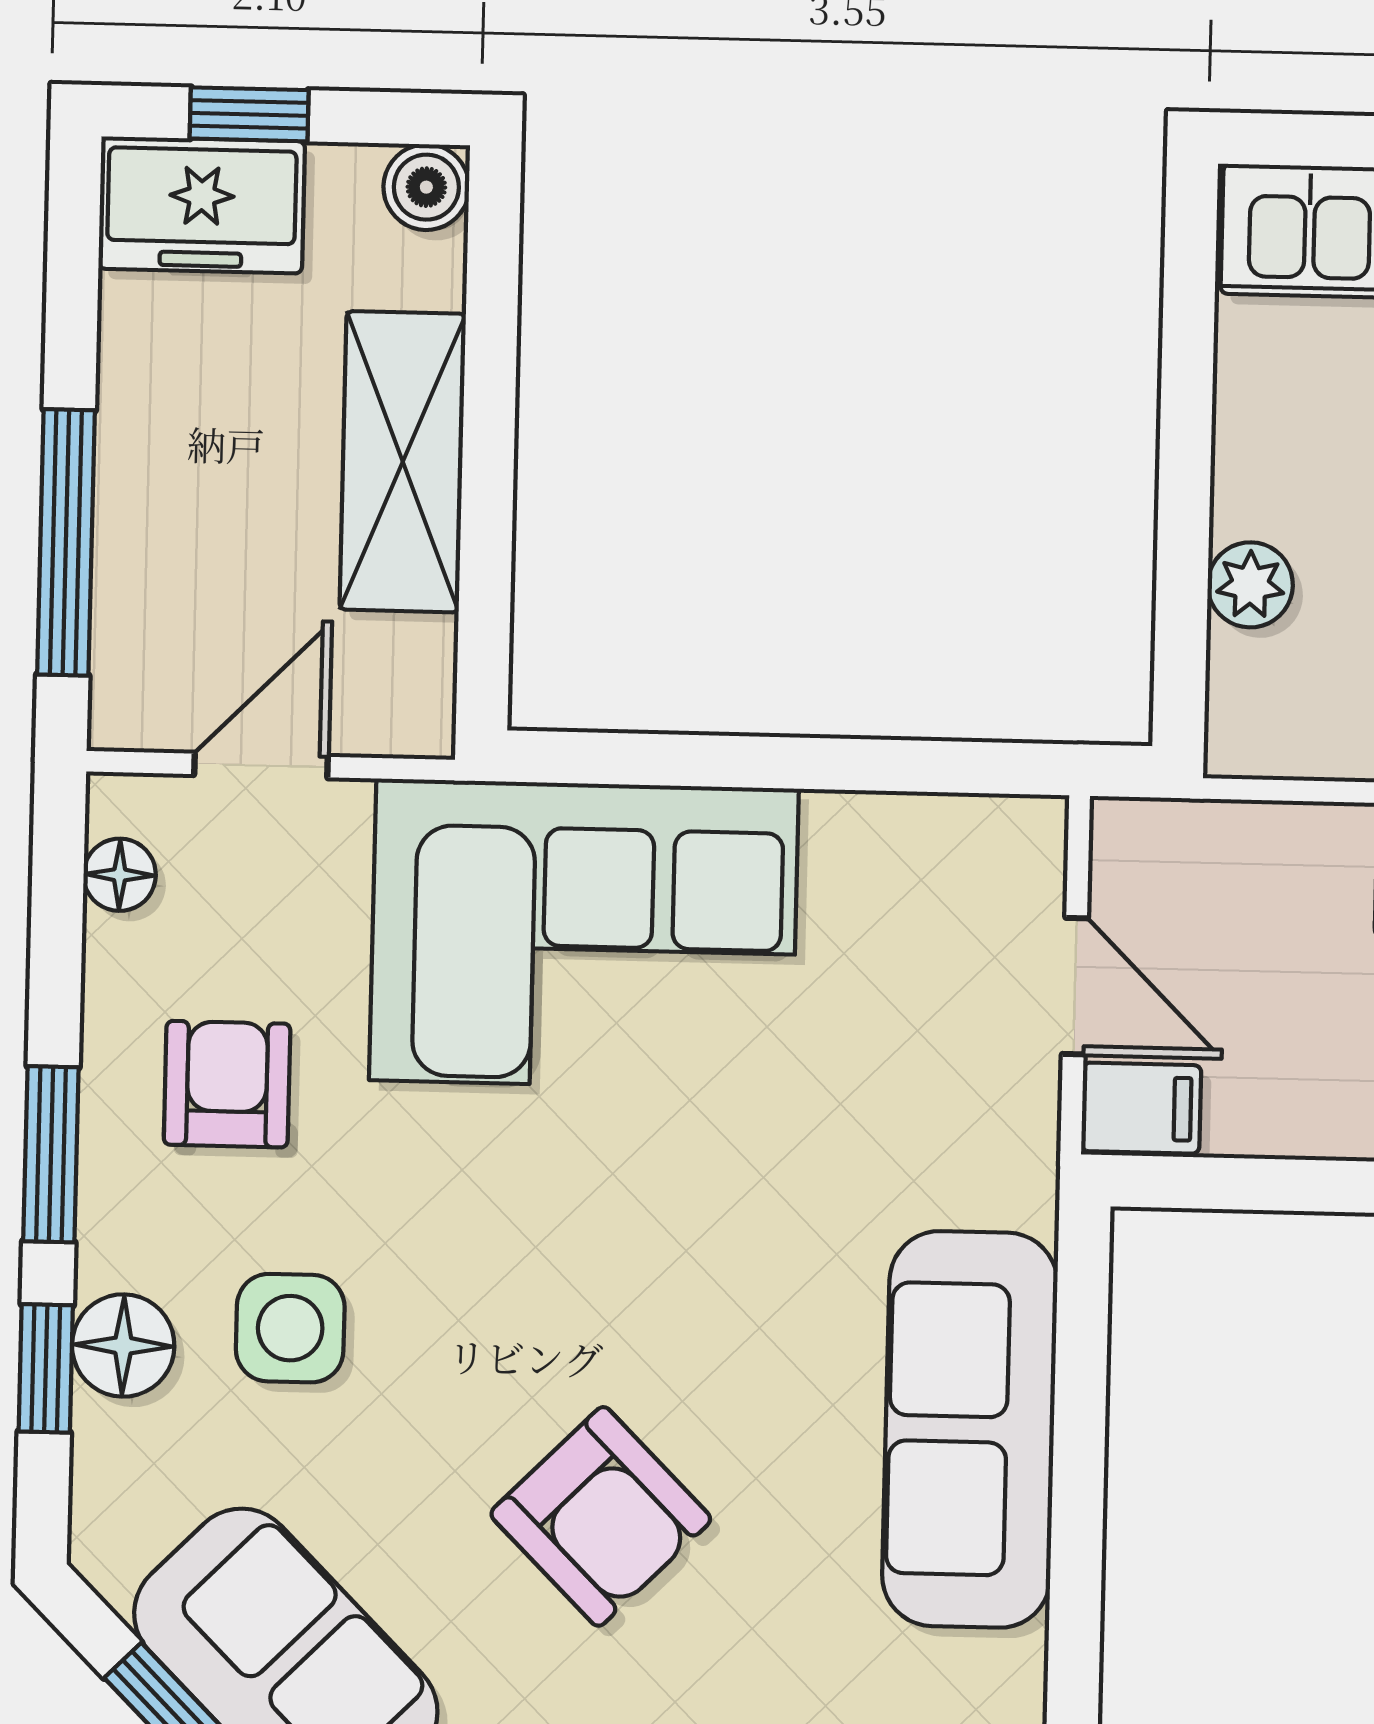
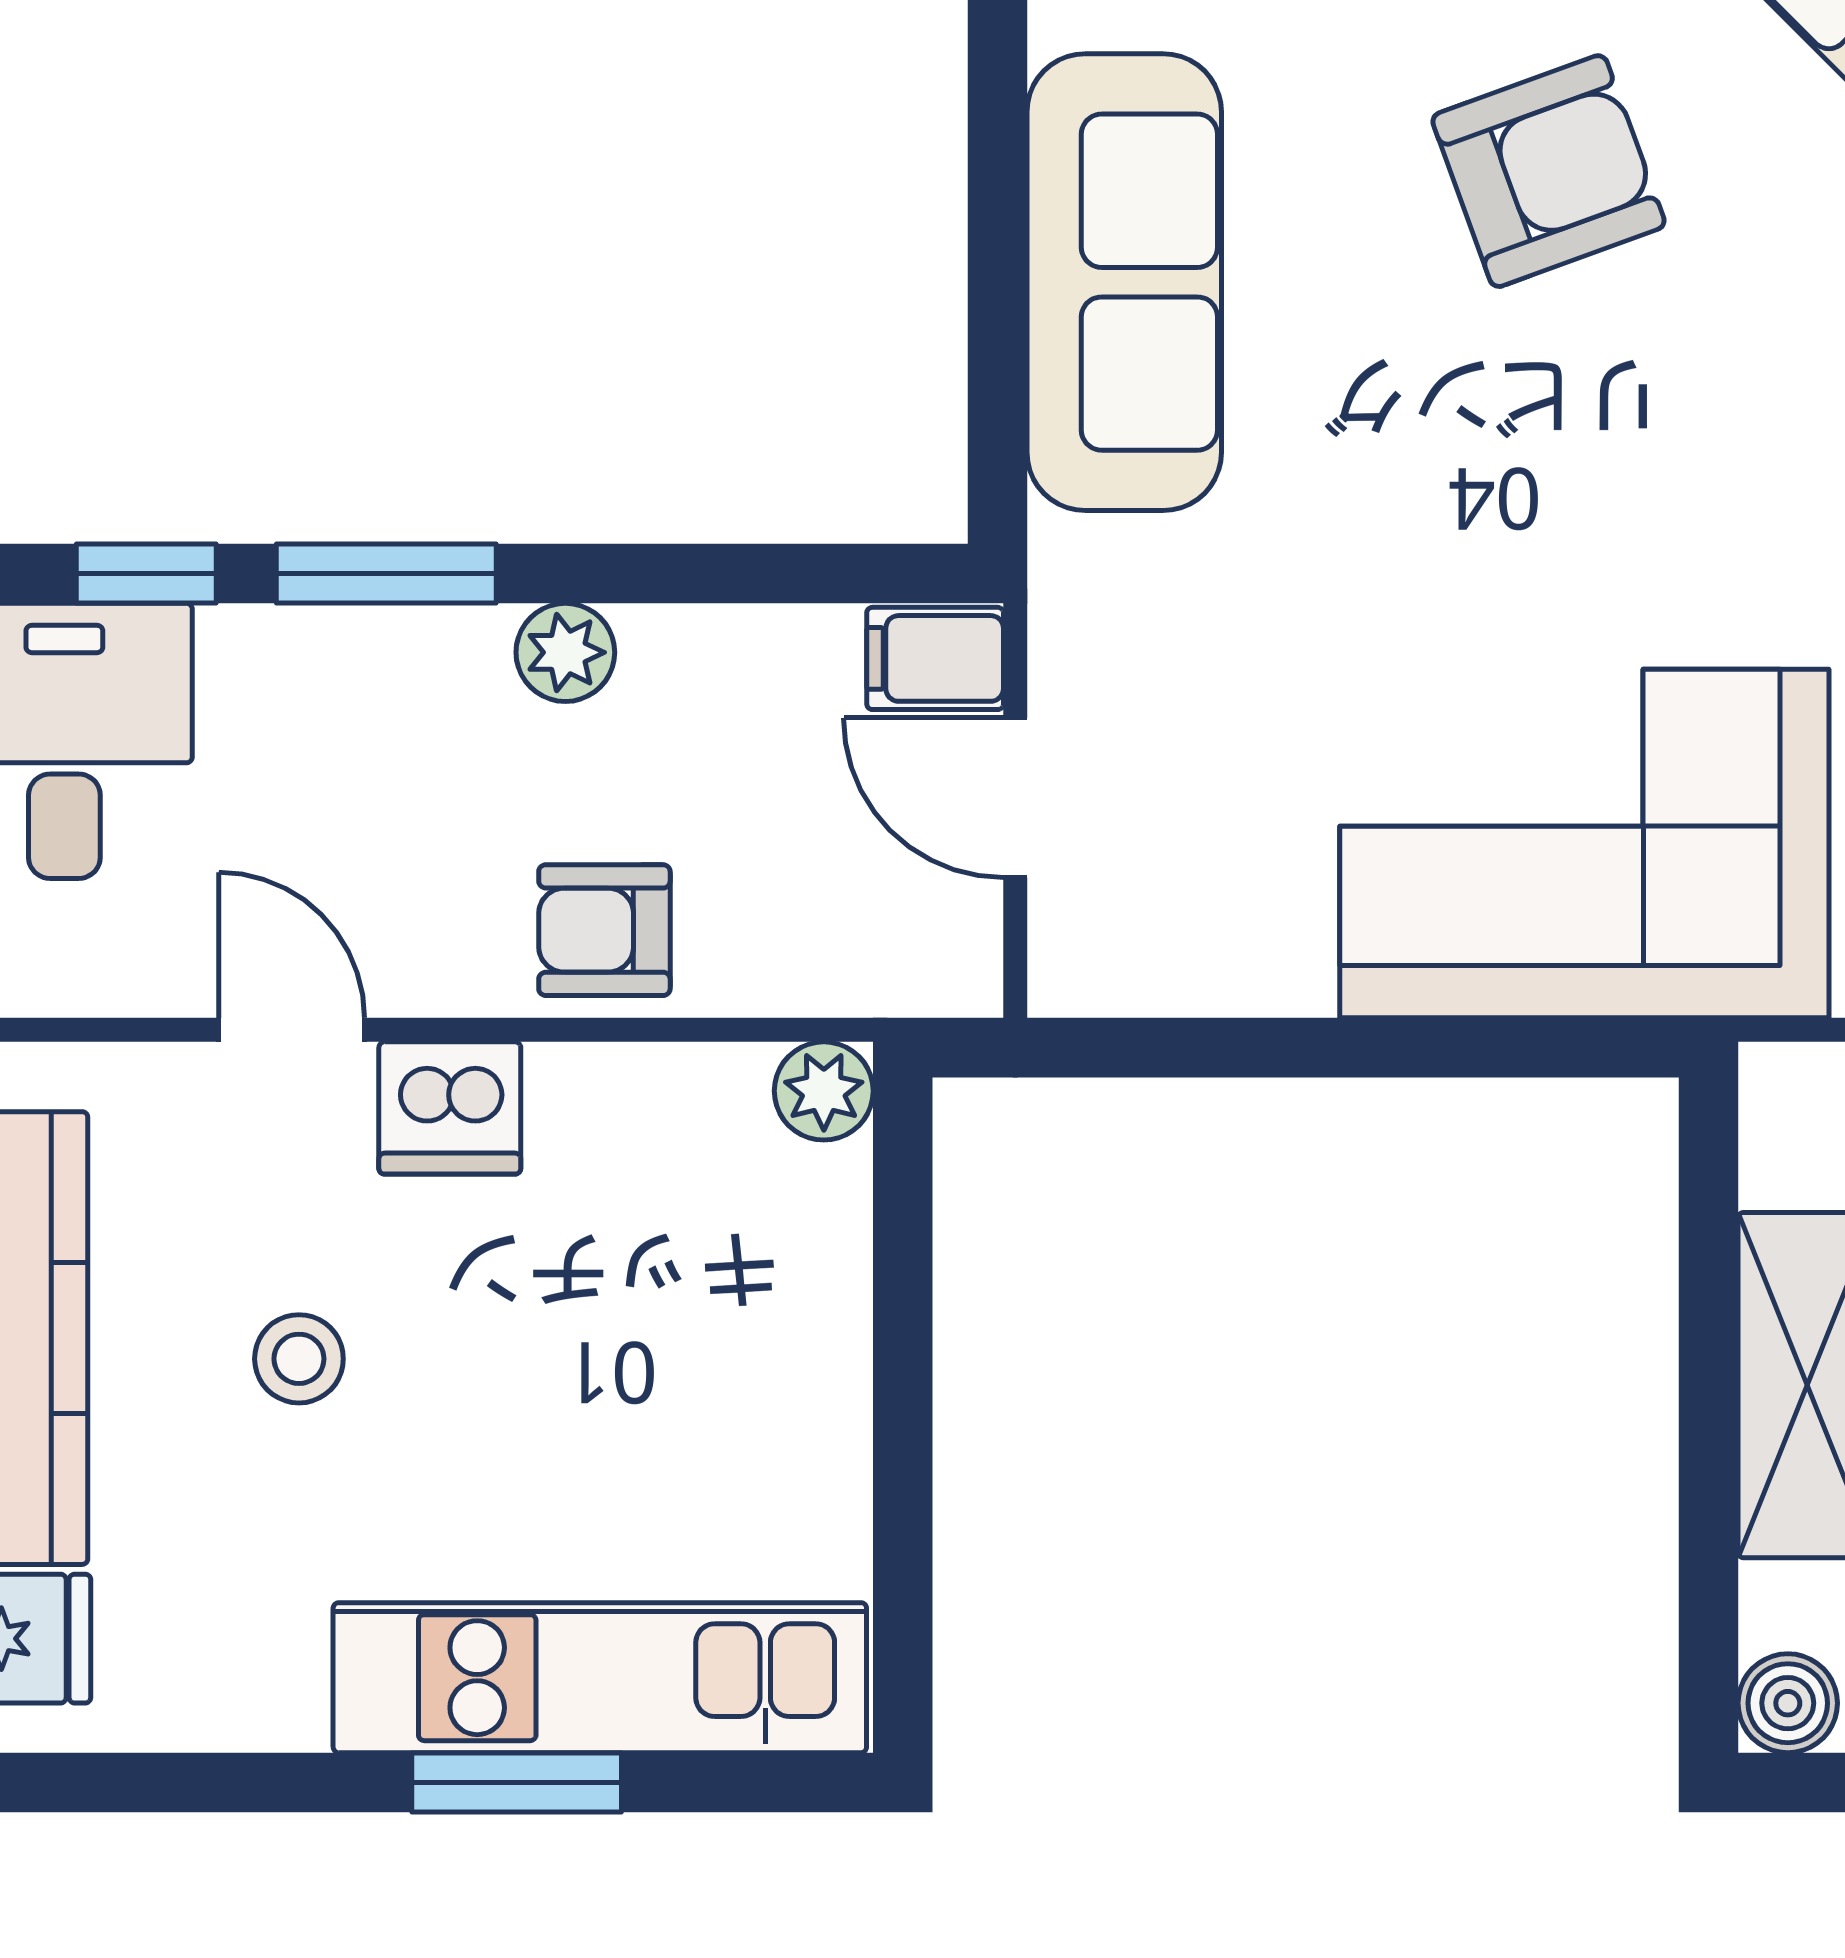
plant: (1250, 585) -> (824, 1091), moved
armchair: (601, 1516) -> (1548, 171), turned 115

